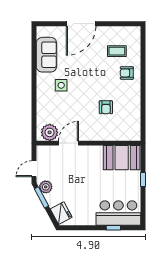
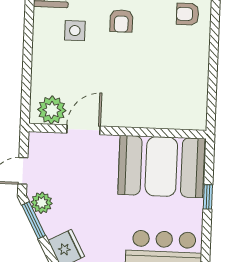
armchair: (106, 107) -> (121, 21), moved
booth: (122, 158) -> (161, 166), width x1.36, depth x1.42

